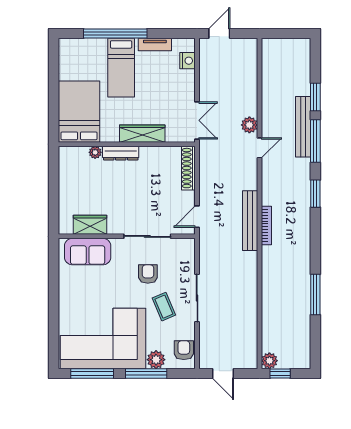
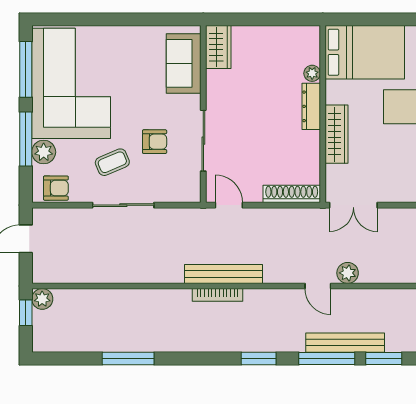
wardrobe: (90, 225) -> (218, 47), moved

